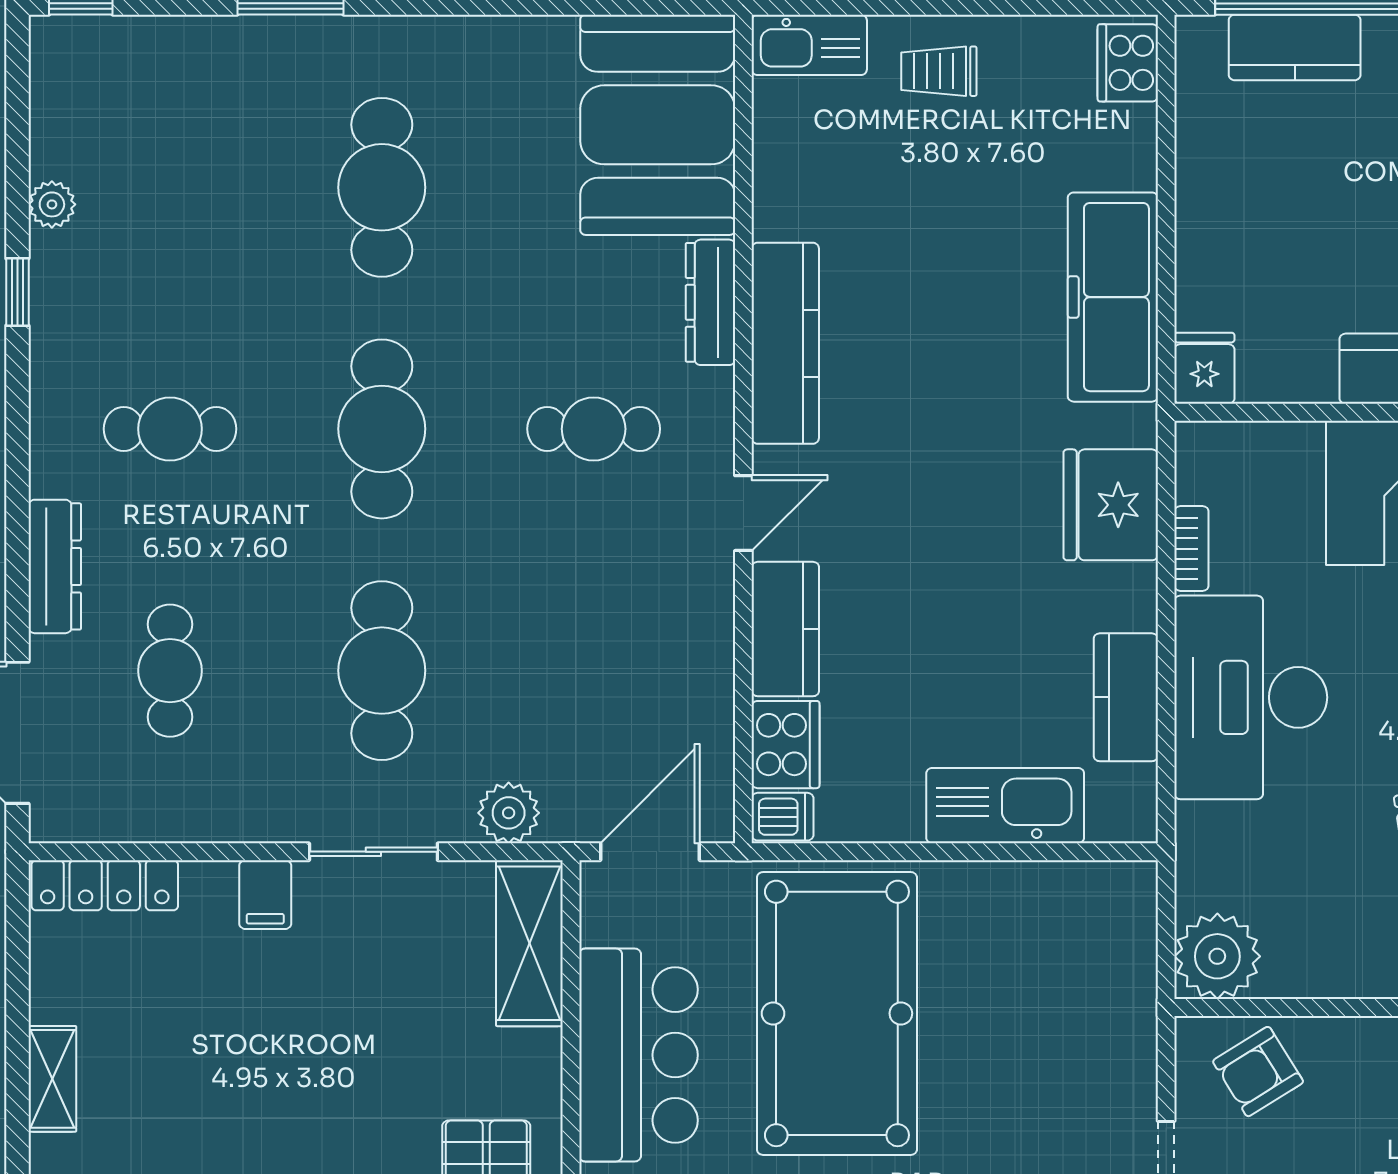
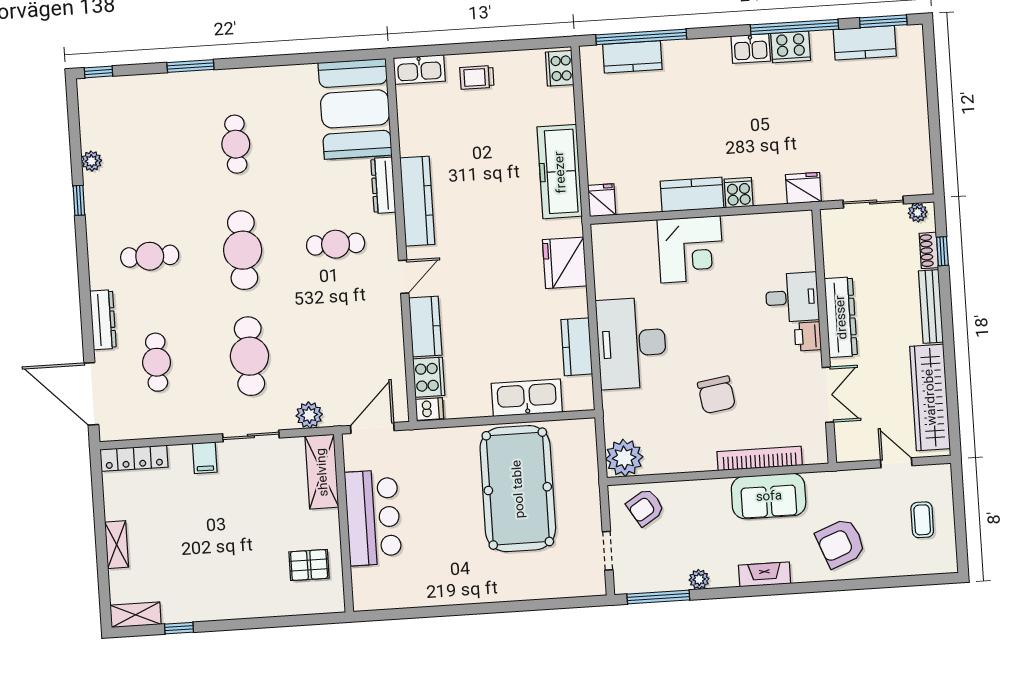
cafe table: (382, 187) -> (236, 144), width x0.73, depth x0.74
bookcase: (1191, 549) -> (601, 280), removed
pool table: (837, 1013) -> (518, 489), moved

